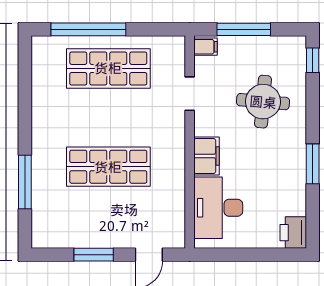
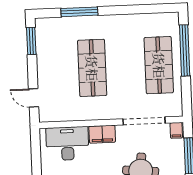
doorway: (190, 94) -> (144, 121), width x1.88
window: (94, 255) -> (31, 41), moved

